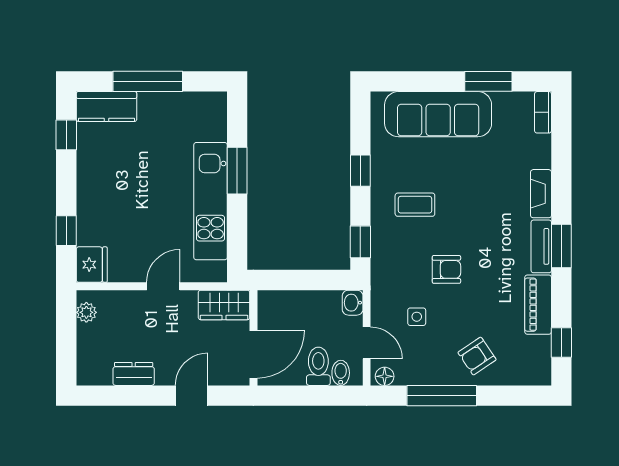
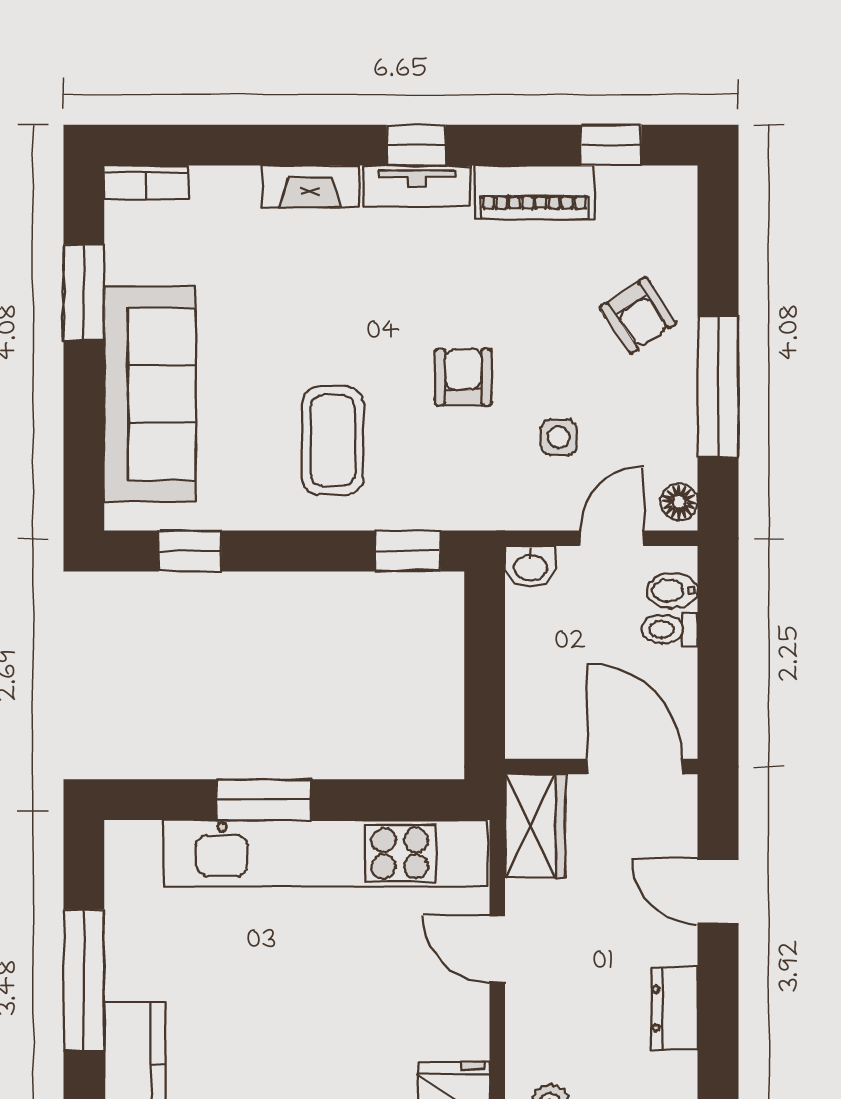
window: (360, 171) -> (190, 551), moved
kitchen unit: (211, 201) -> (325, 853), width x1.36
coffee table: (415, 205) -> (333, 441), width x1.36, depth x1.30
window: (561, 246) -> (416, 145), width x0.67
toilet: (318, 366) -> (670, 629), width x0.73, depth x0.72

